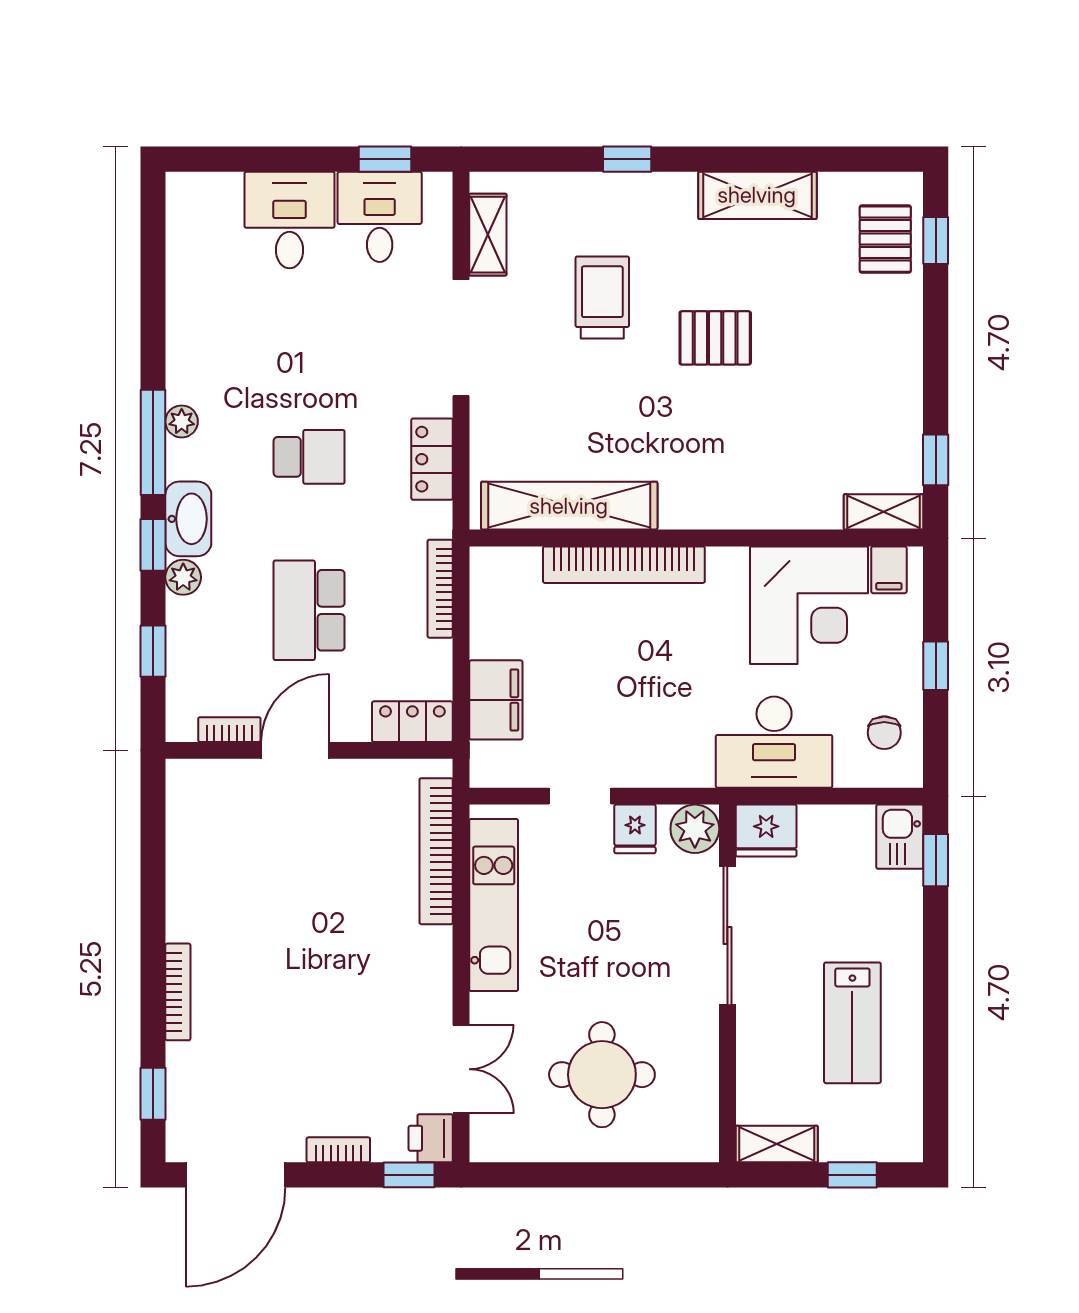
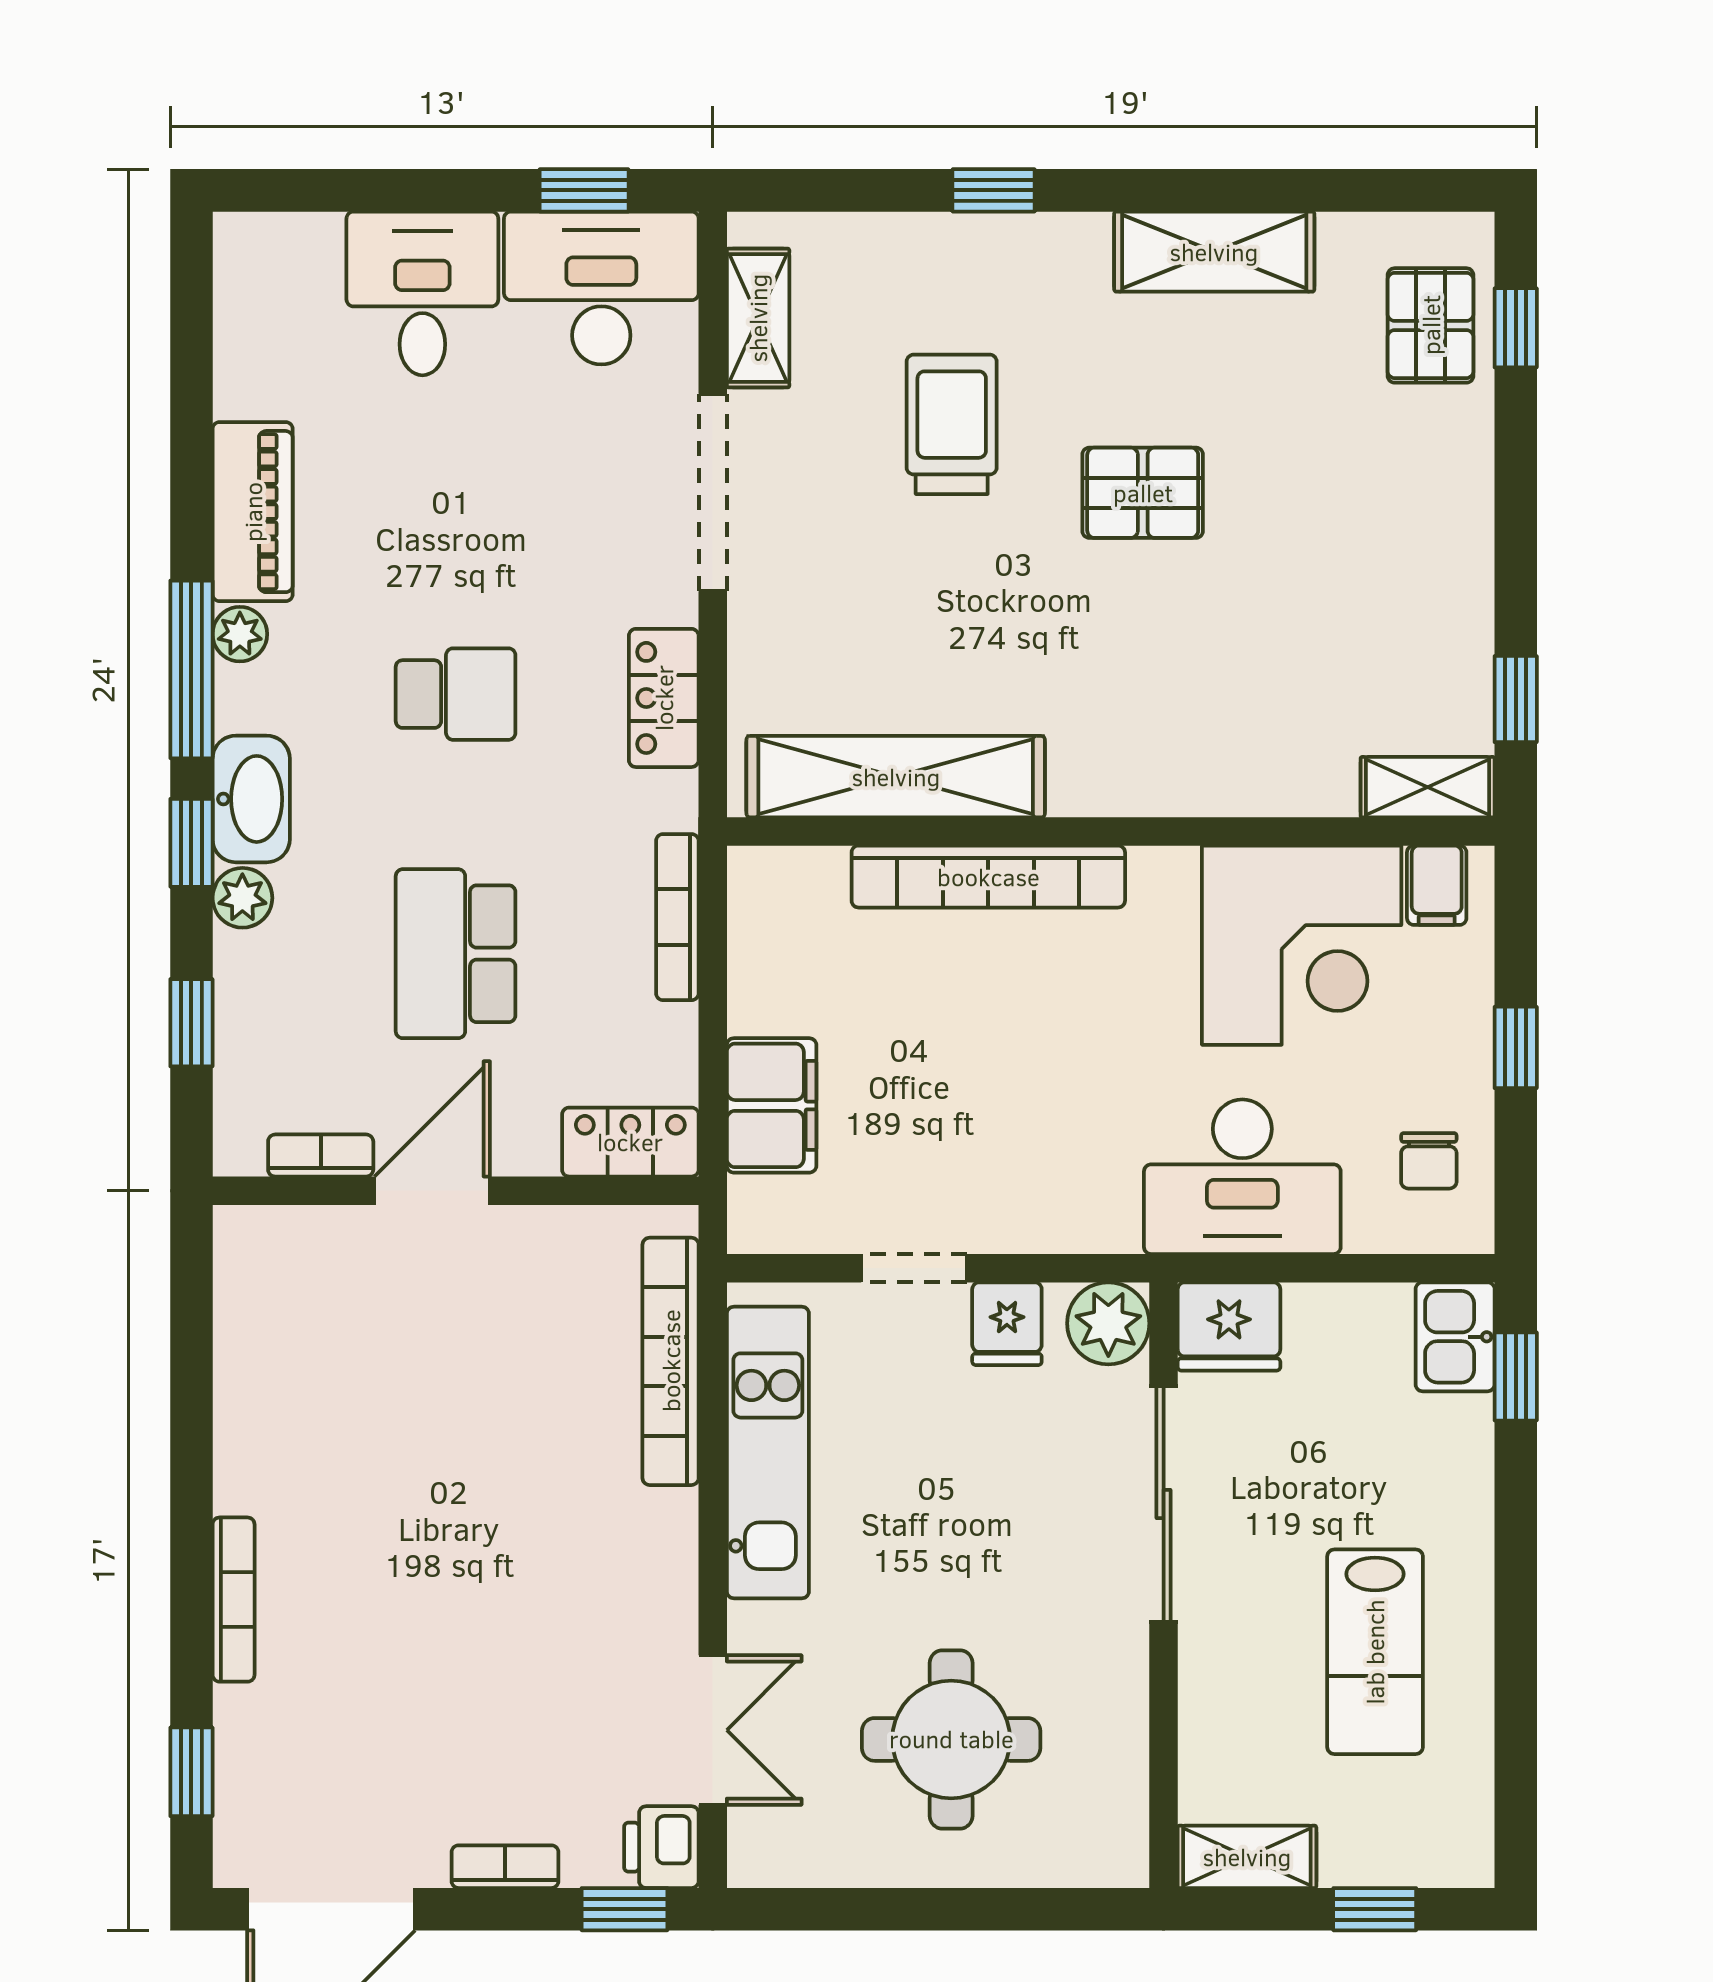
desk: (380, 217) -> (601, 288), width x1.37
piano: (189, 349) -> (253, 512), added

